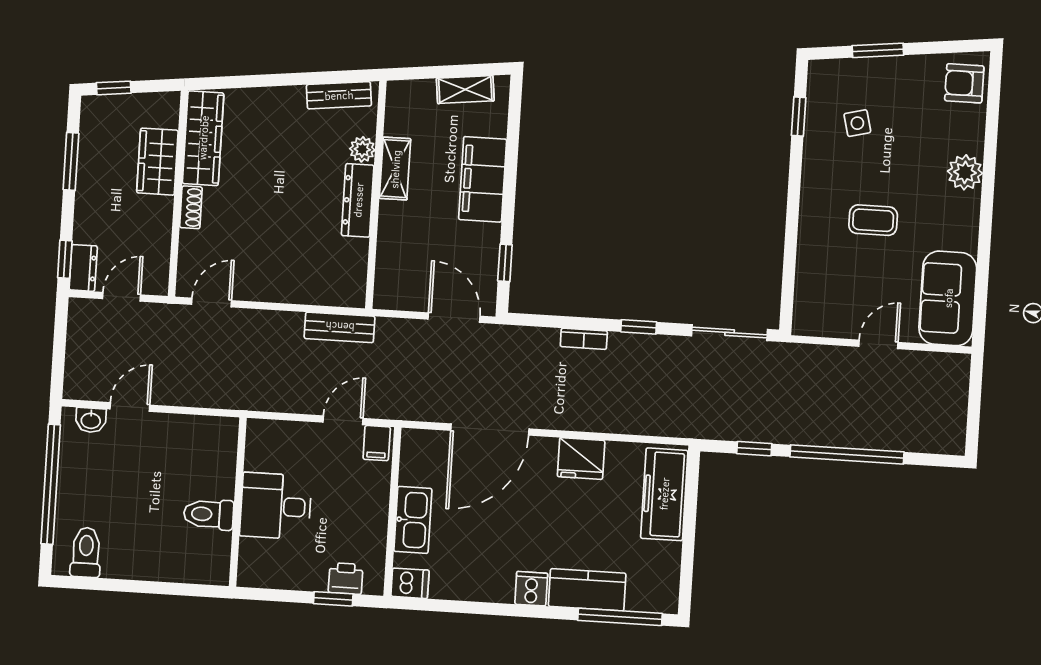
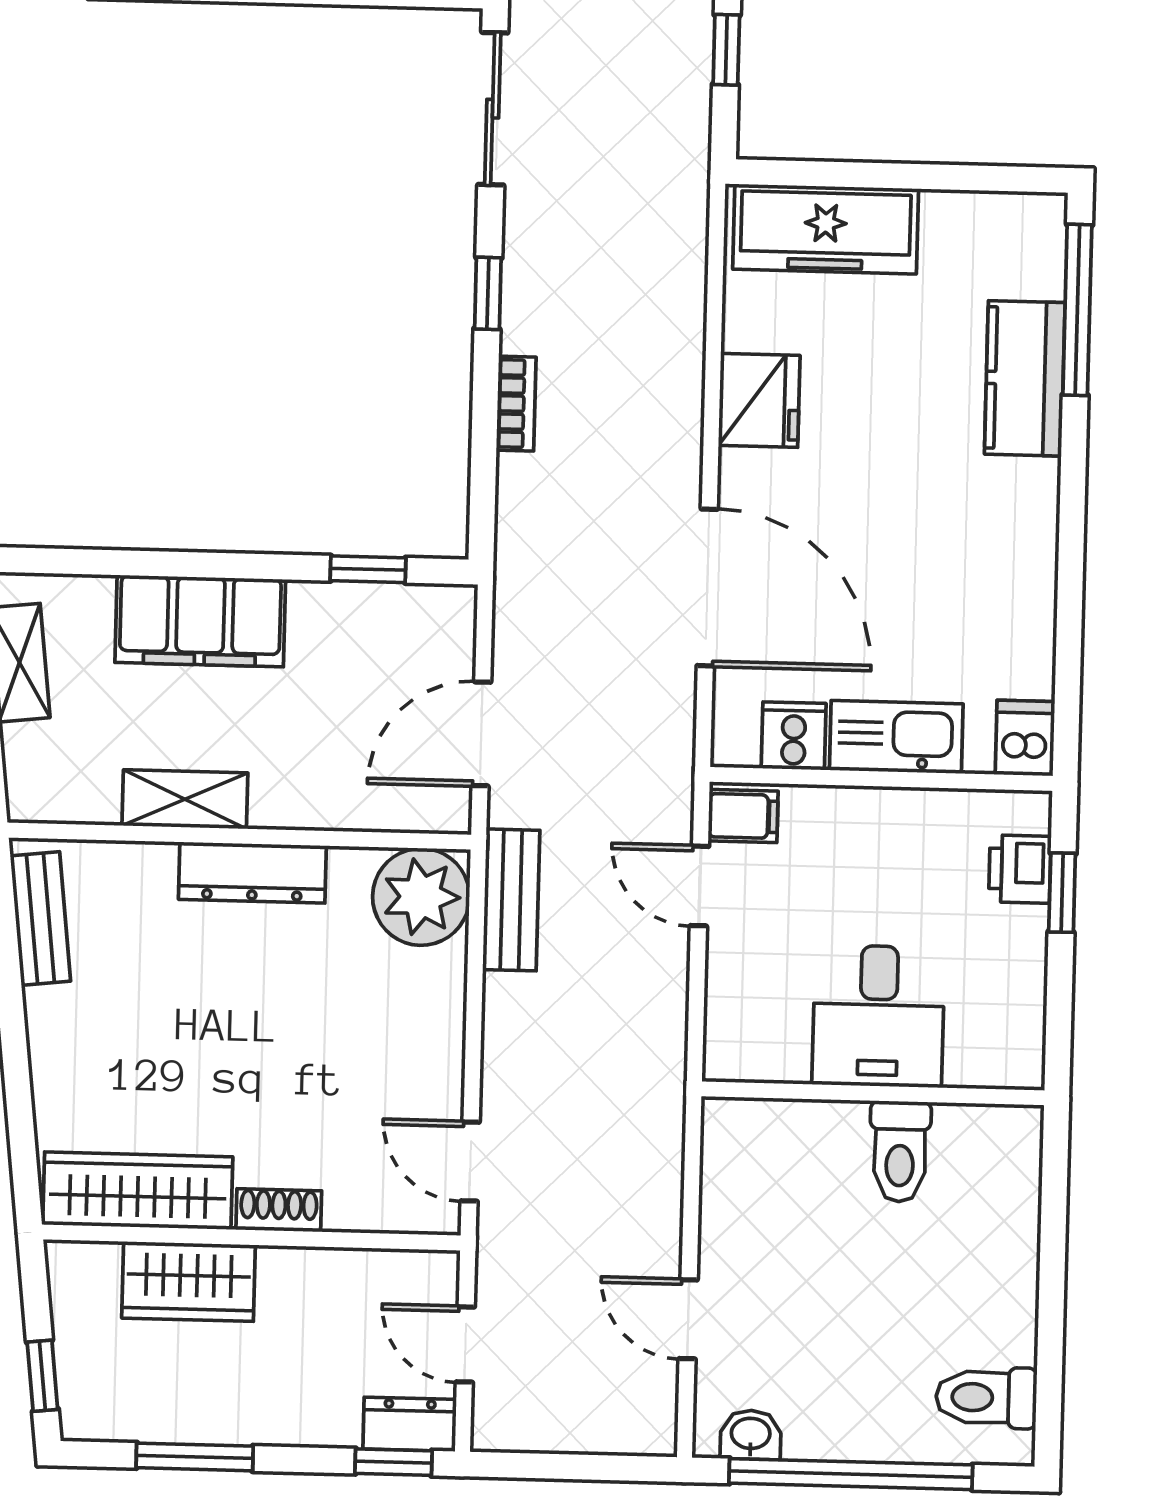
plant: (362, 149) -> (421, 897), moved, width x1.88, depth x1.88
door: (454, 318) -> (481, 734), moved
washbasin: (91, 420) -> (751, 1435), moved, turned -90
cooker: (531, 589) -> (794, 736), moved, turned 90

